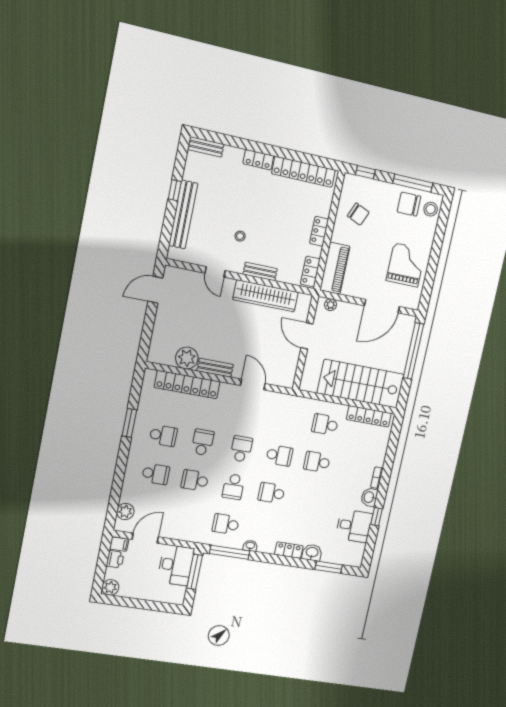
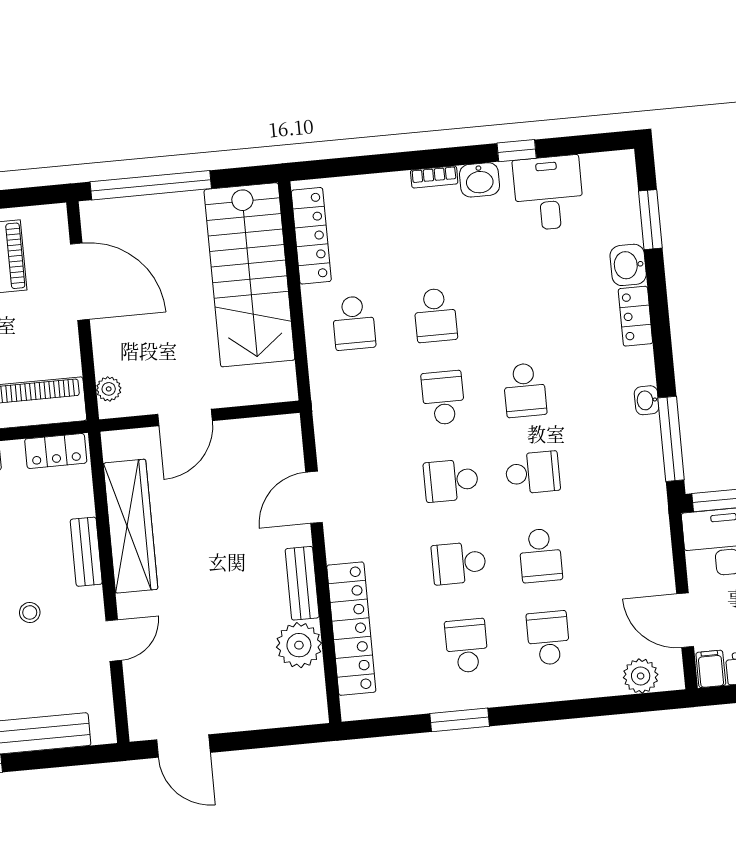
school desk: (226, 524) -> (614, 465), removed

